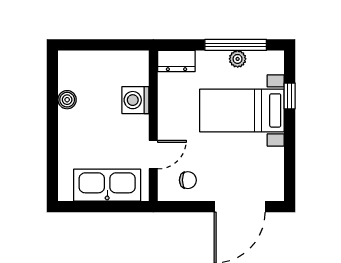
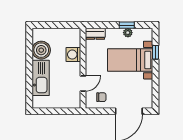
window: (236, 45) -> (127, 25), width x0.46
boiler: (67, 100) -> (41, 50), width x1.86, depth x1.86
kitchen sink: (107, 185) -> (41, 78), moved, turned 90

